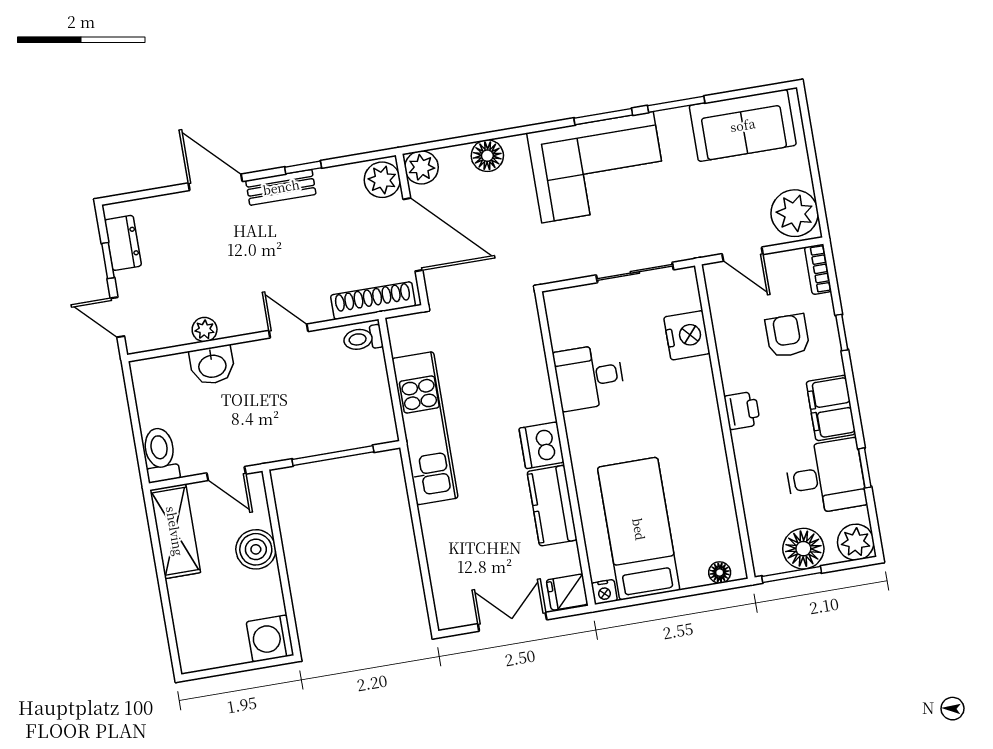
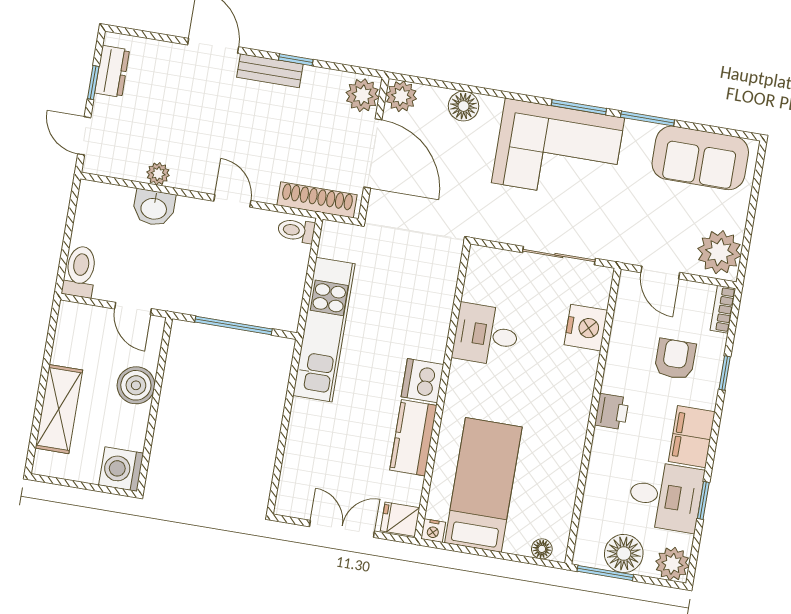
shelving: (175, 531) -> (59, 409), moved

